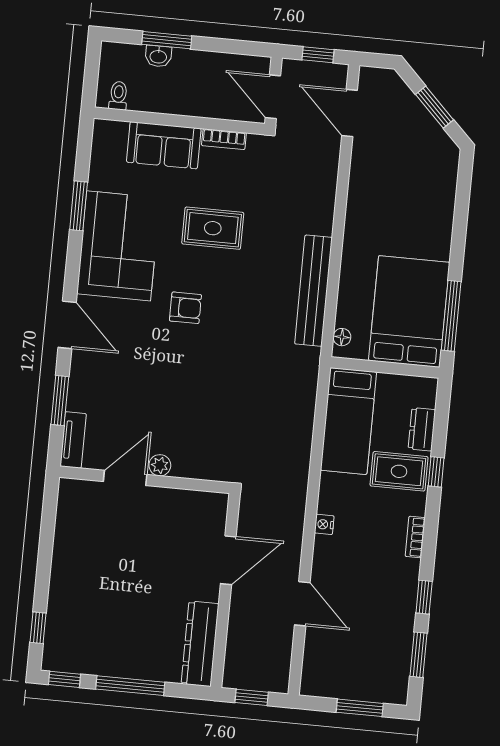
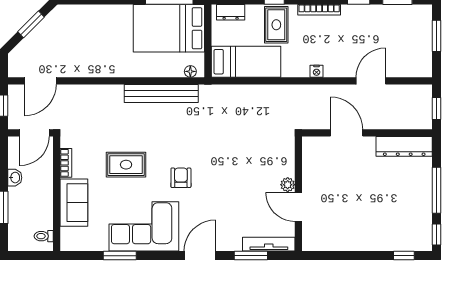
washbasin: (158, 56) -> (15, 178), moved
rug: (213, 228) -> (126, 165), turned 90
dresser: (422, 429) -> (231, 12), moved
tv unit: (73, 440) -> (269, 244), width x1.41
bookcase: (415, 537) -> (319, 10), width x1.56

